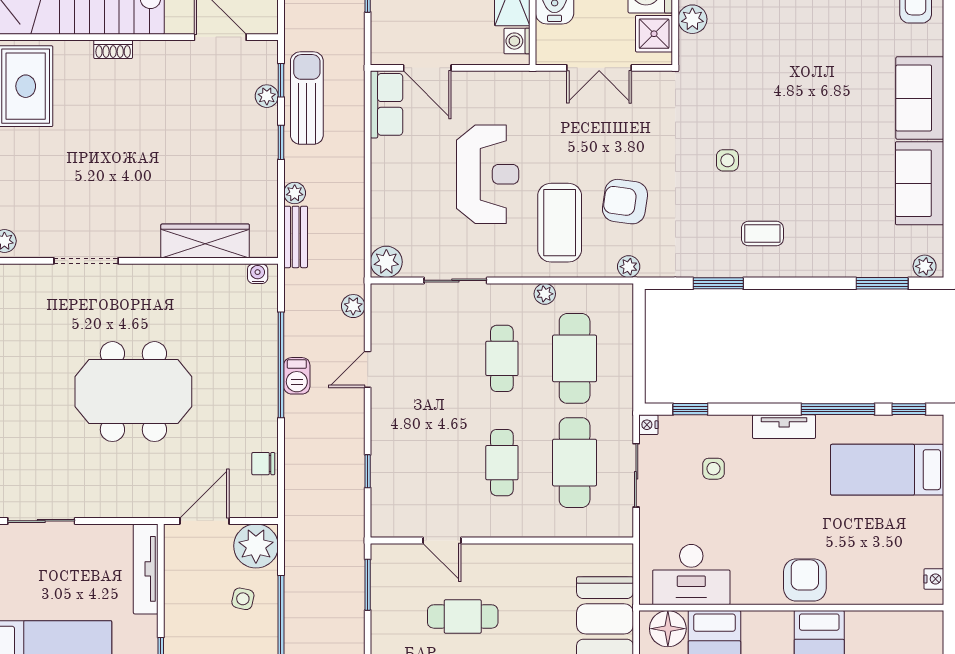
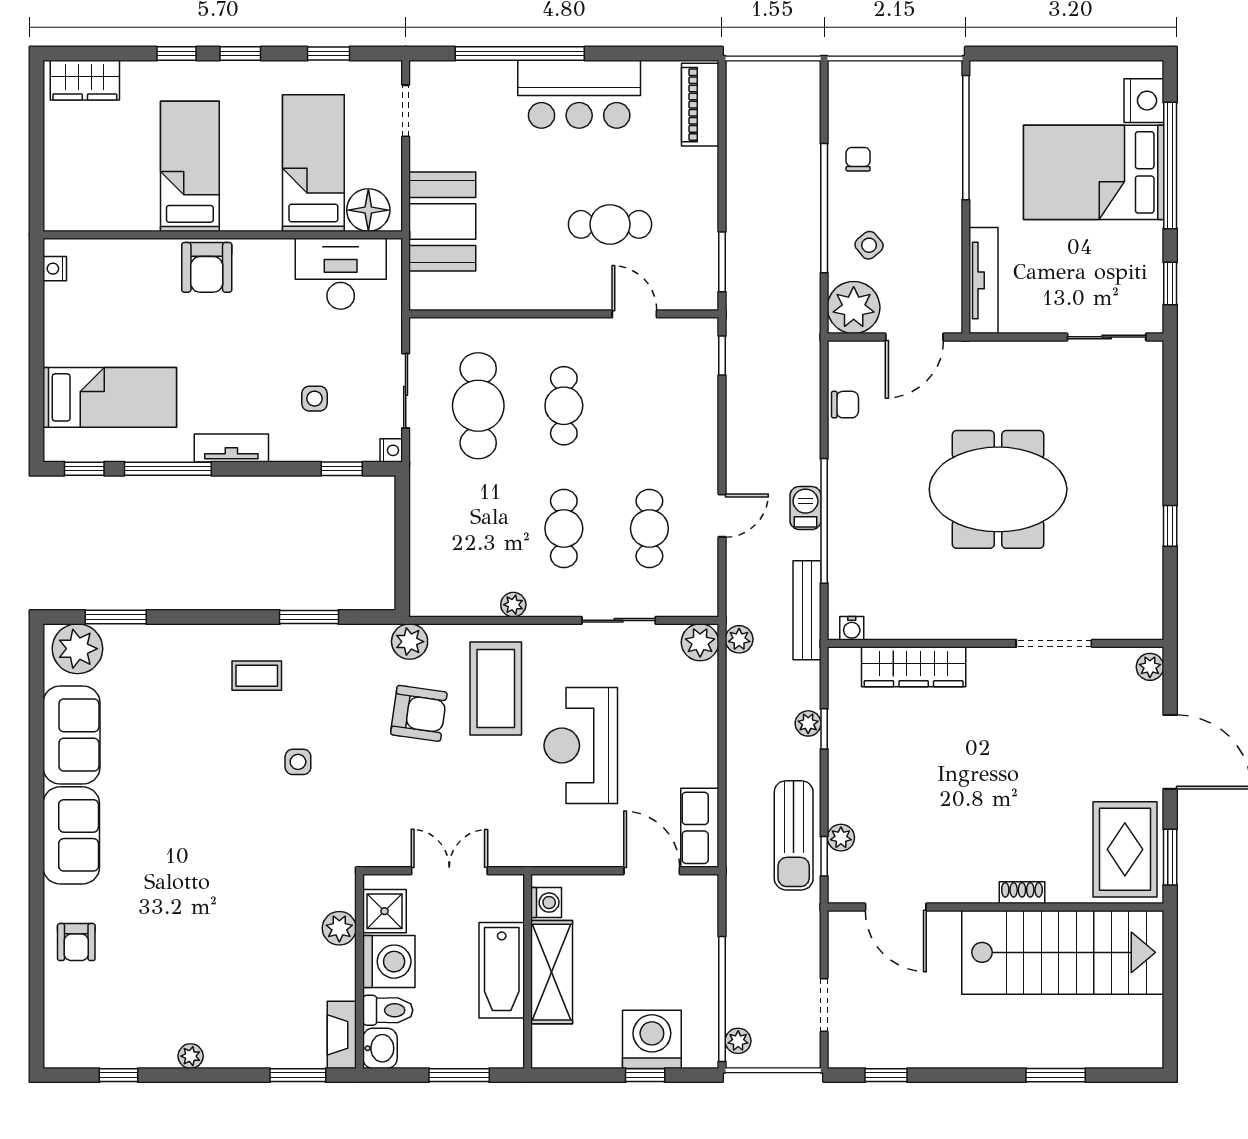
window: (281, 142) -> (824, 729), moved
bench: (296, 237) -> (807, 610), moved, width x1.36
plant: (925, 266) -> (77, 649), width x1.87, depth x1.87
plant: (629, 267) -> (410, 642), width x1.38, depth x1.38
plant: (353, 306) -> (739, 639), moved
cafe table: (575, 358) -> (649, 529), moved, width x0.73, depth x0.74
window: (368, 471) -> (722, 356), moved
side table: (243, 599) -> (869, 245), turned 38

